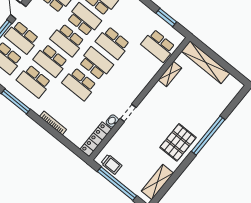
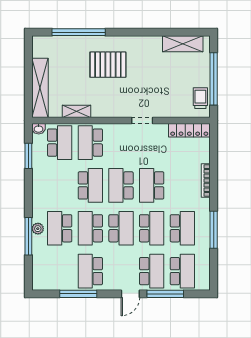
school desk: (141, 66) -> (90, 143), added
school desk: (79, 84) -> (152, 185), turned 180
washbasin: (112, 121) -> (39, 129), moved
window: (208, 135) -> (79, 32), moved
pallet: (178, 142) -> (108, 65), moved

